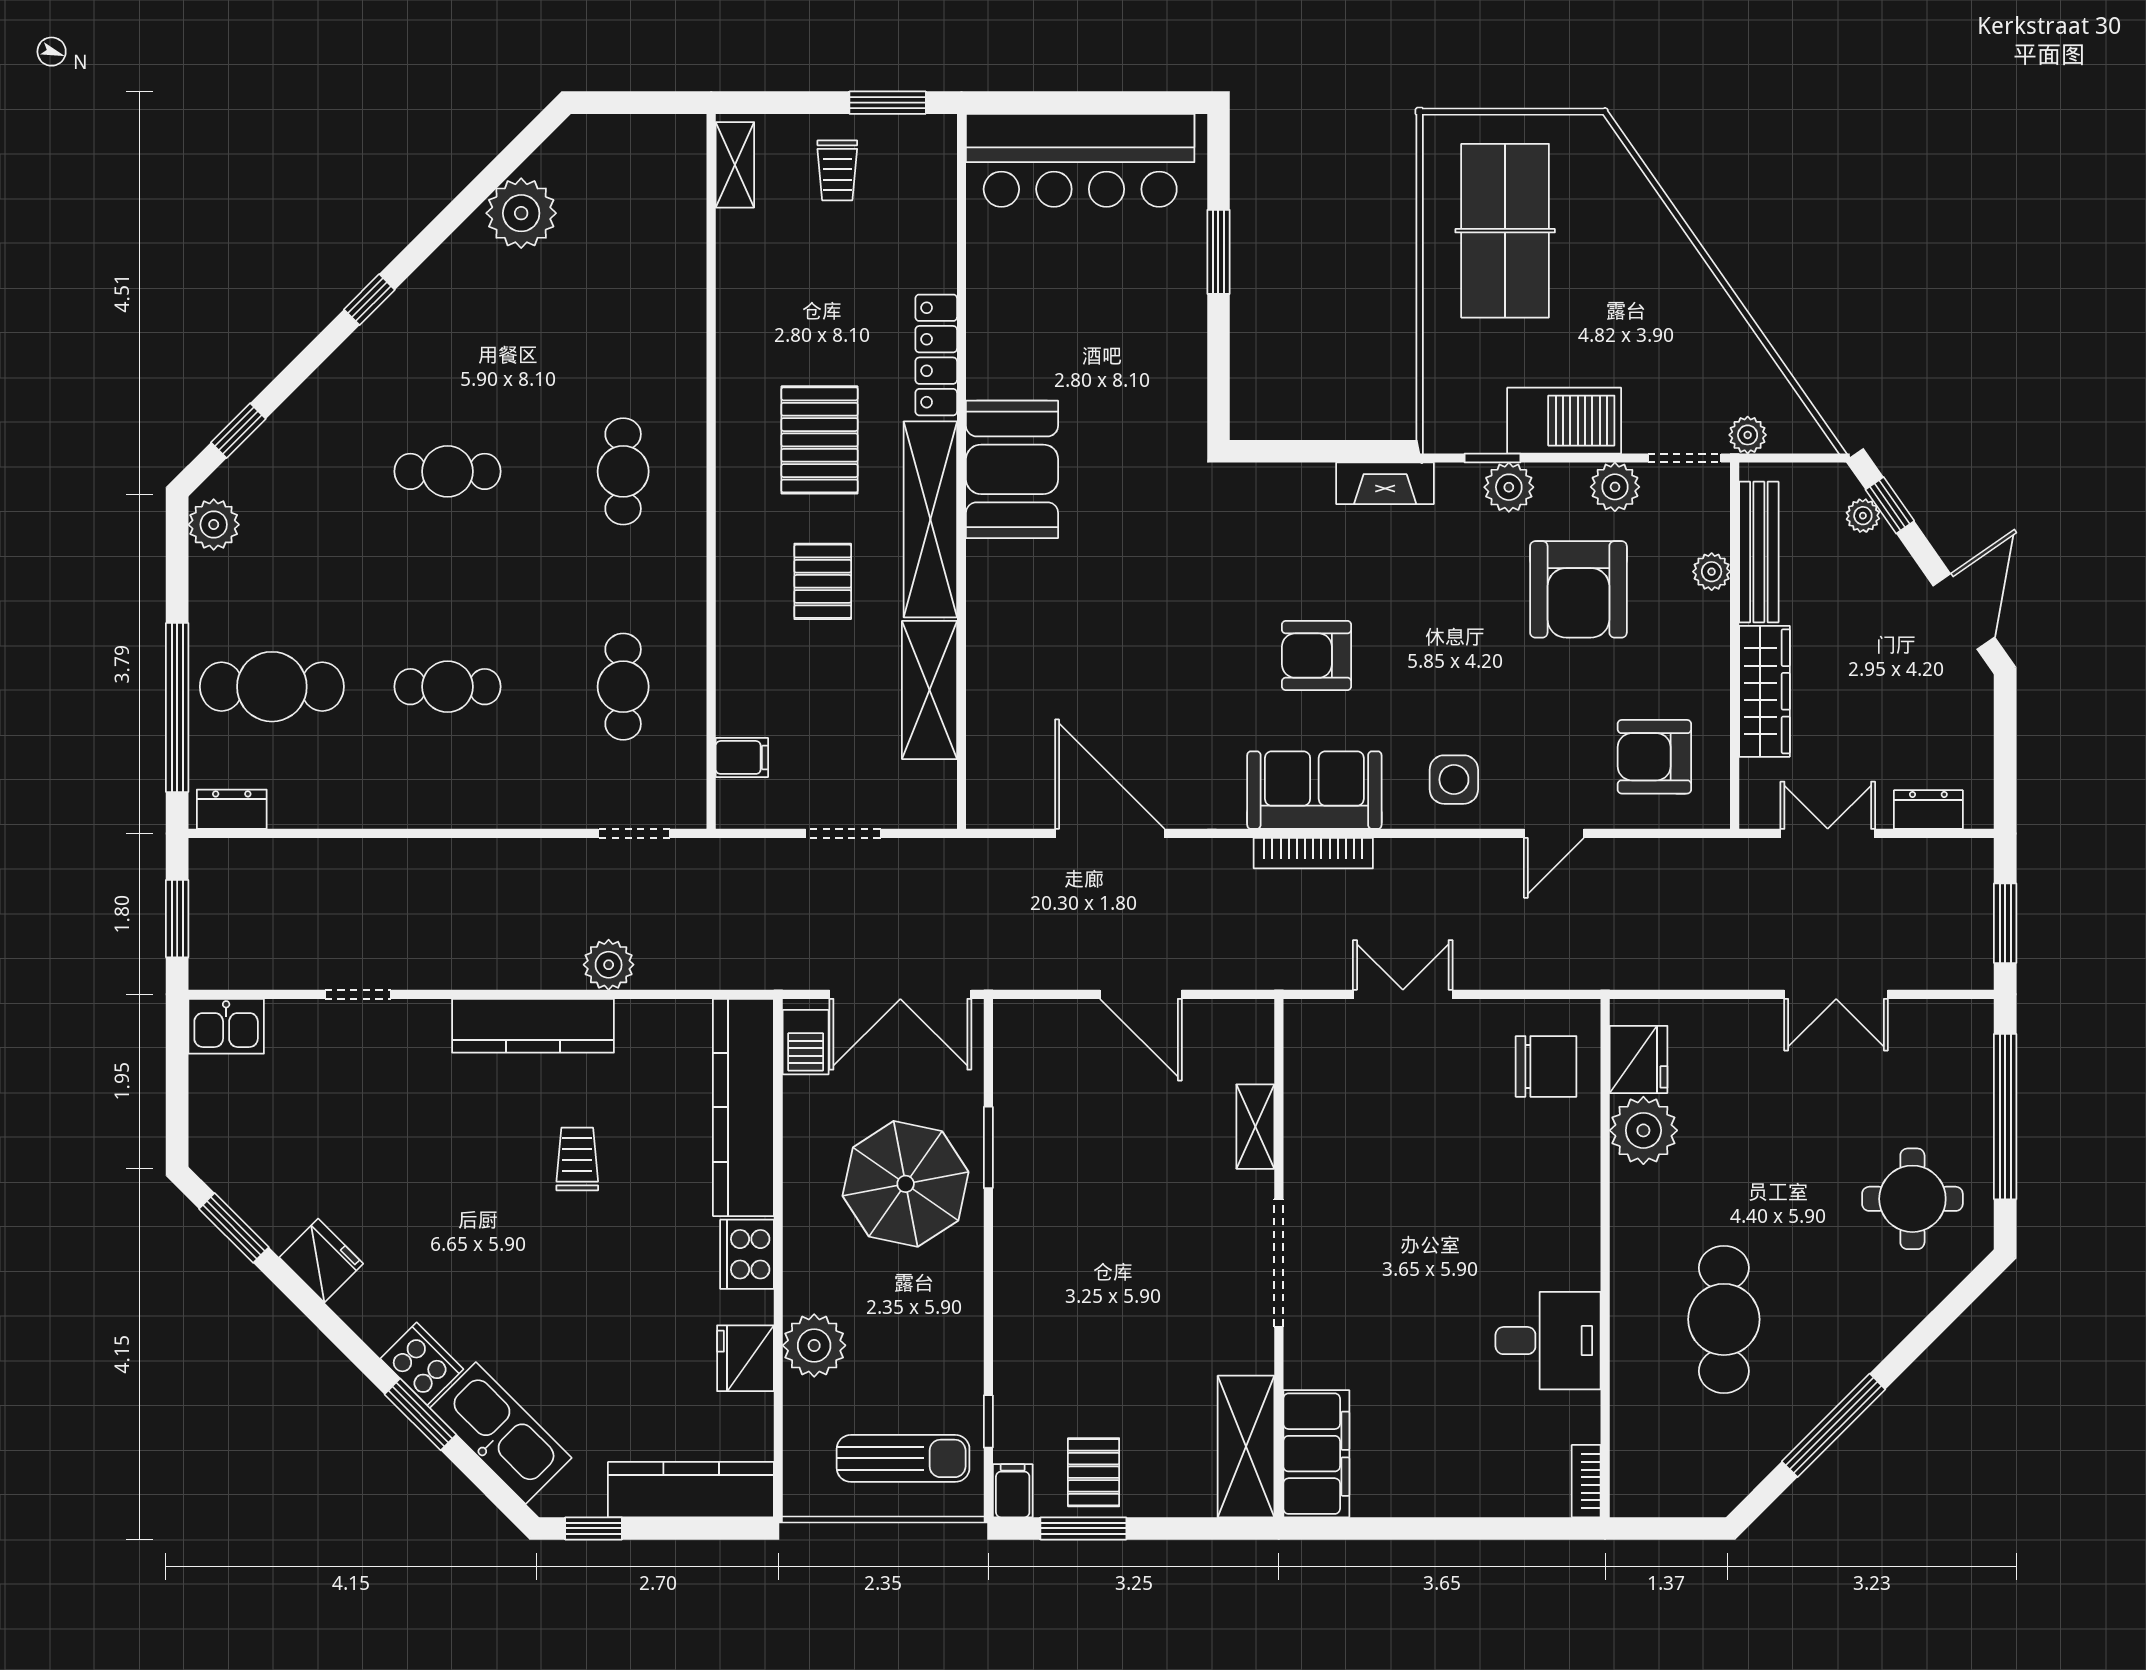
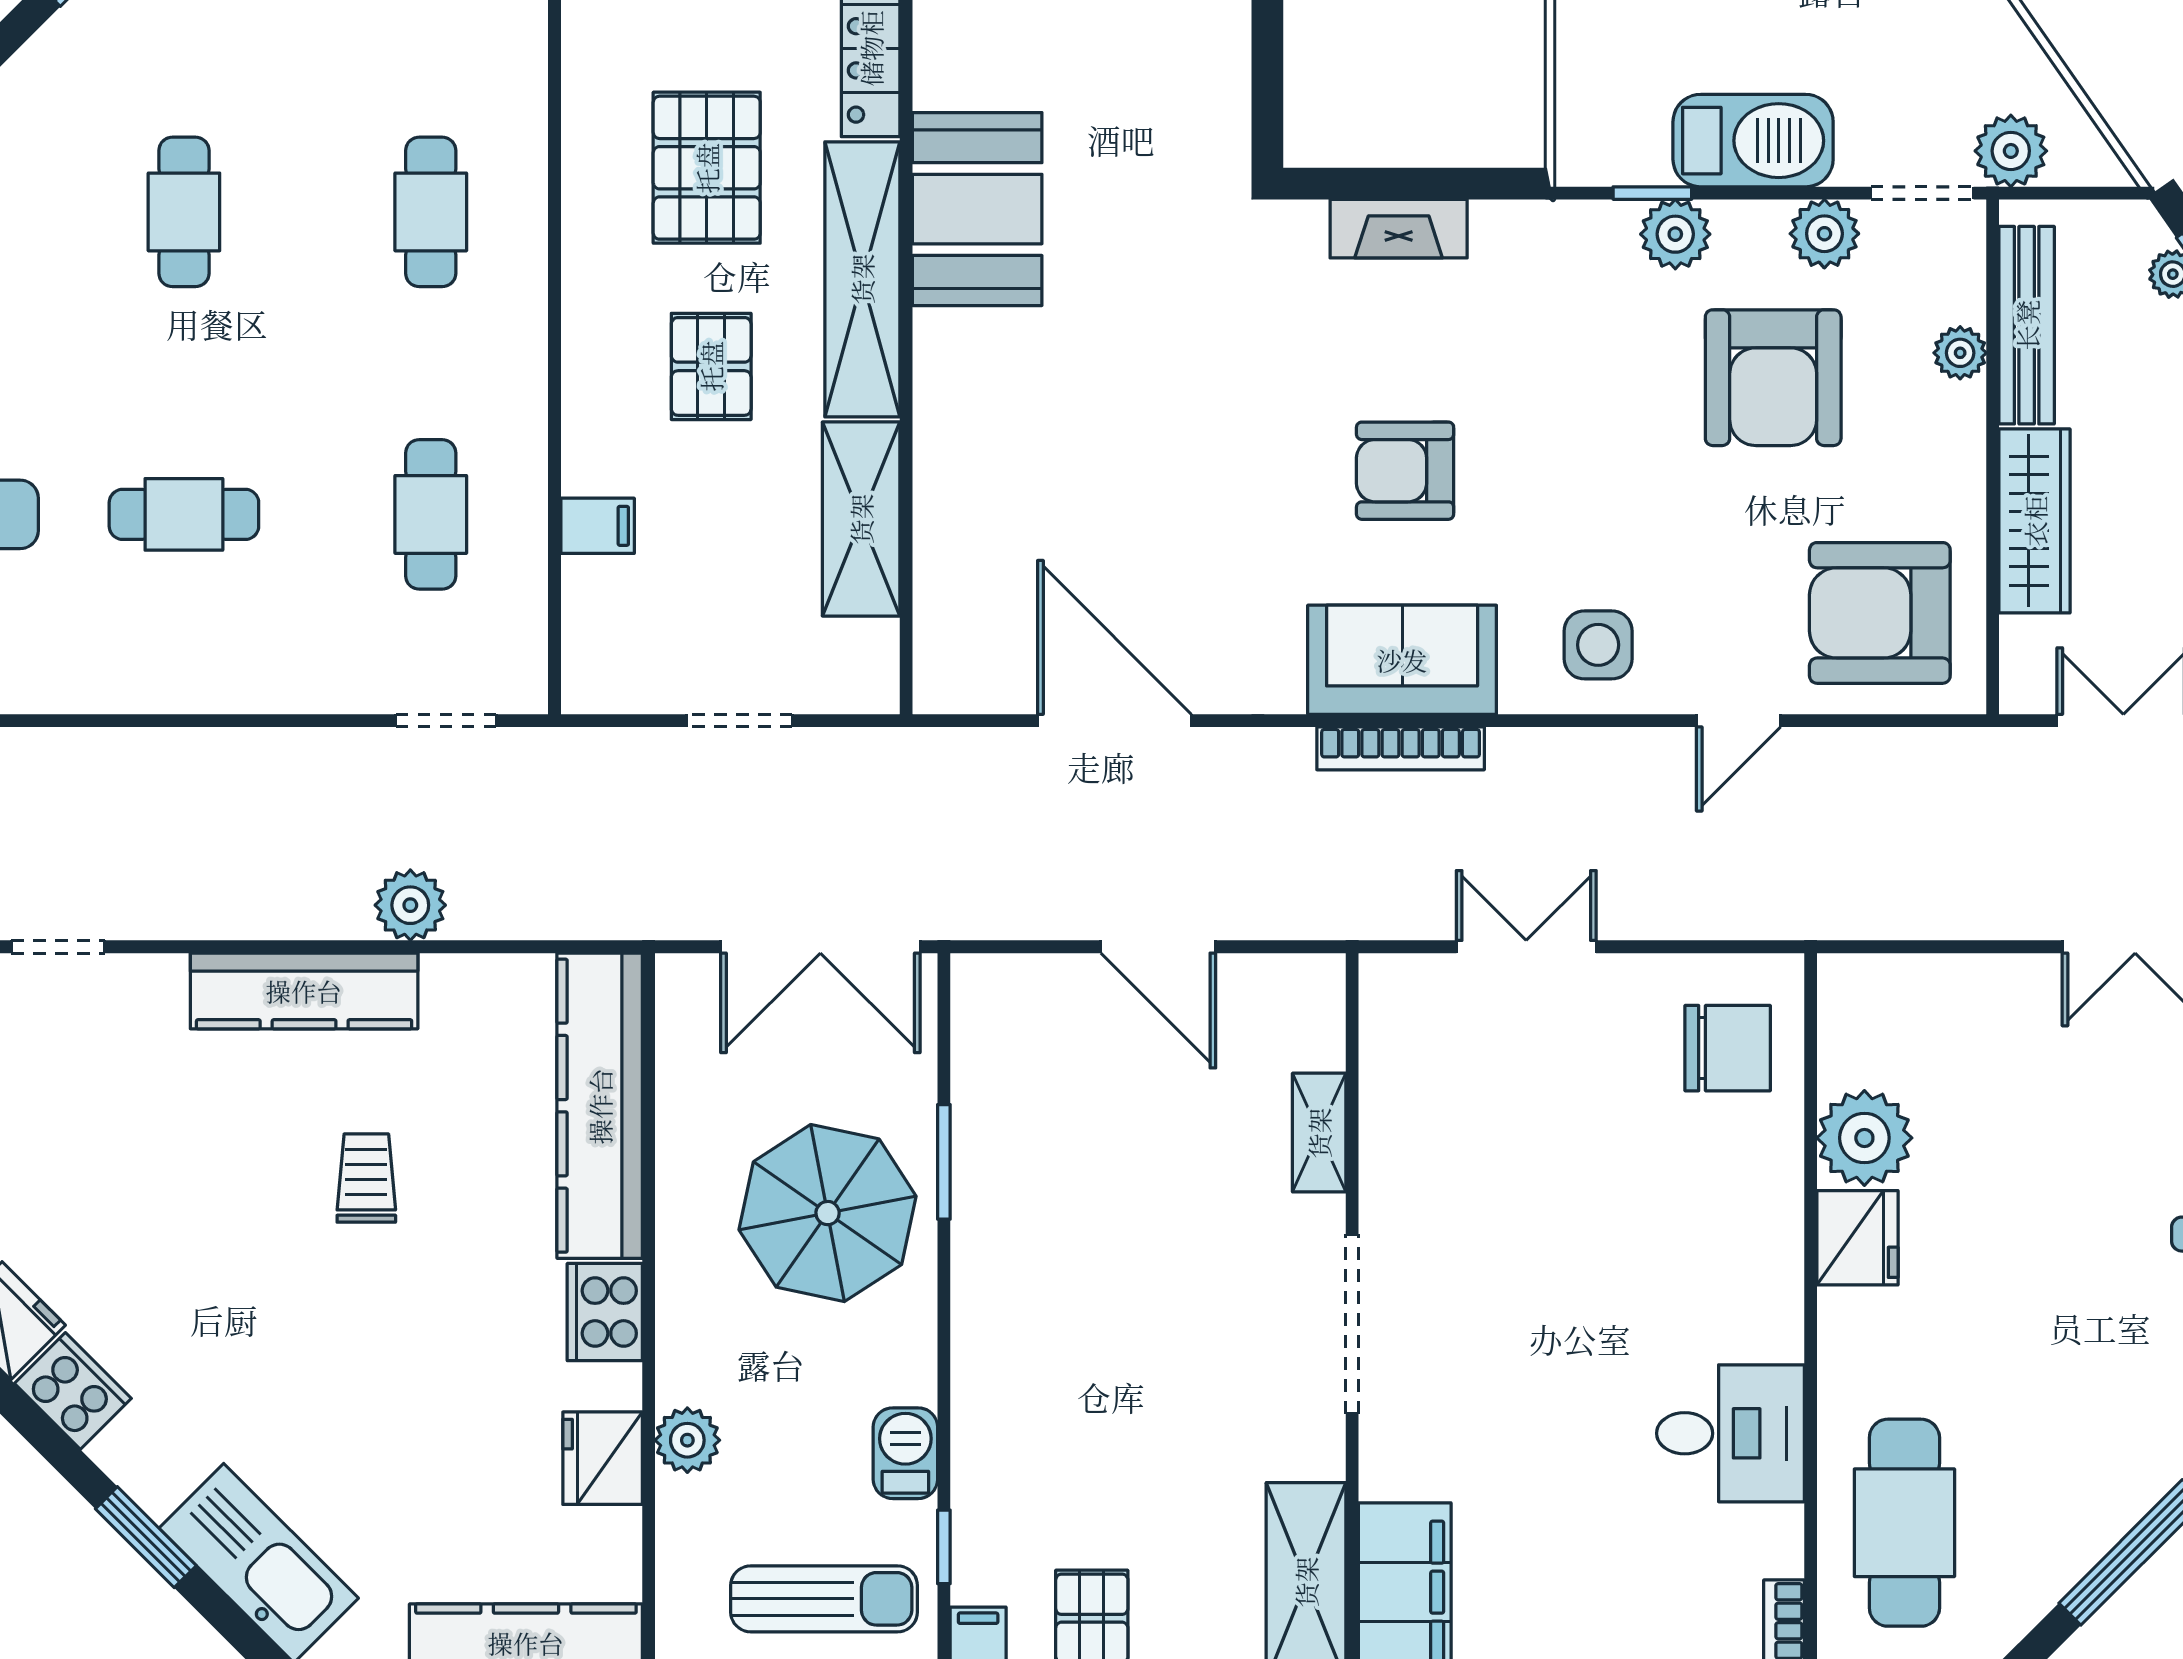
plant: (1748, 435) -> (2011, 151), width x1.38, depth x1.38
cafe table: (447, 471) -> (184, 212), turned 90
fireplace: (1385, 483) -> (1399, 229), moved
filing cabinet: (742, 757) -> (598, 526), moved
armchair: (1654, 757) -> (1880, 613), width x1.36, depth x1.36
barbecue: (806, 1042) -> (905, 1453), moved, turned 180
fridge: (1638, 1059) -> (1857, 1238), moved
cafe table: (1724, 1319) -> (1904, 1523), moved
plant: (814, 1345) -> (687, 1440), width x0.73, depth x0.73
cooker: (422, 1364) -> (73, 1391), moved

